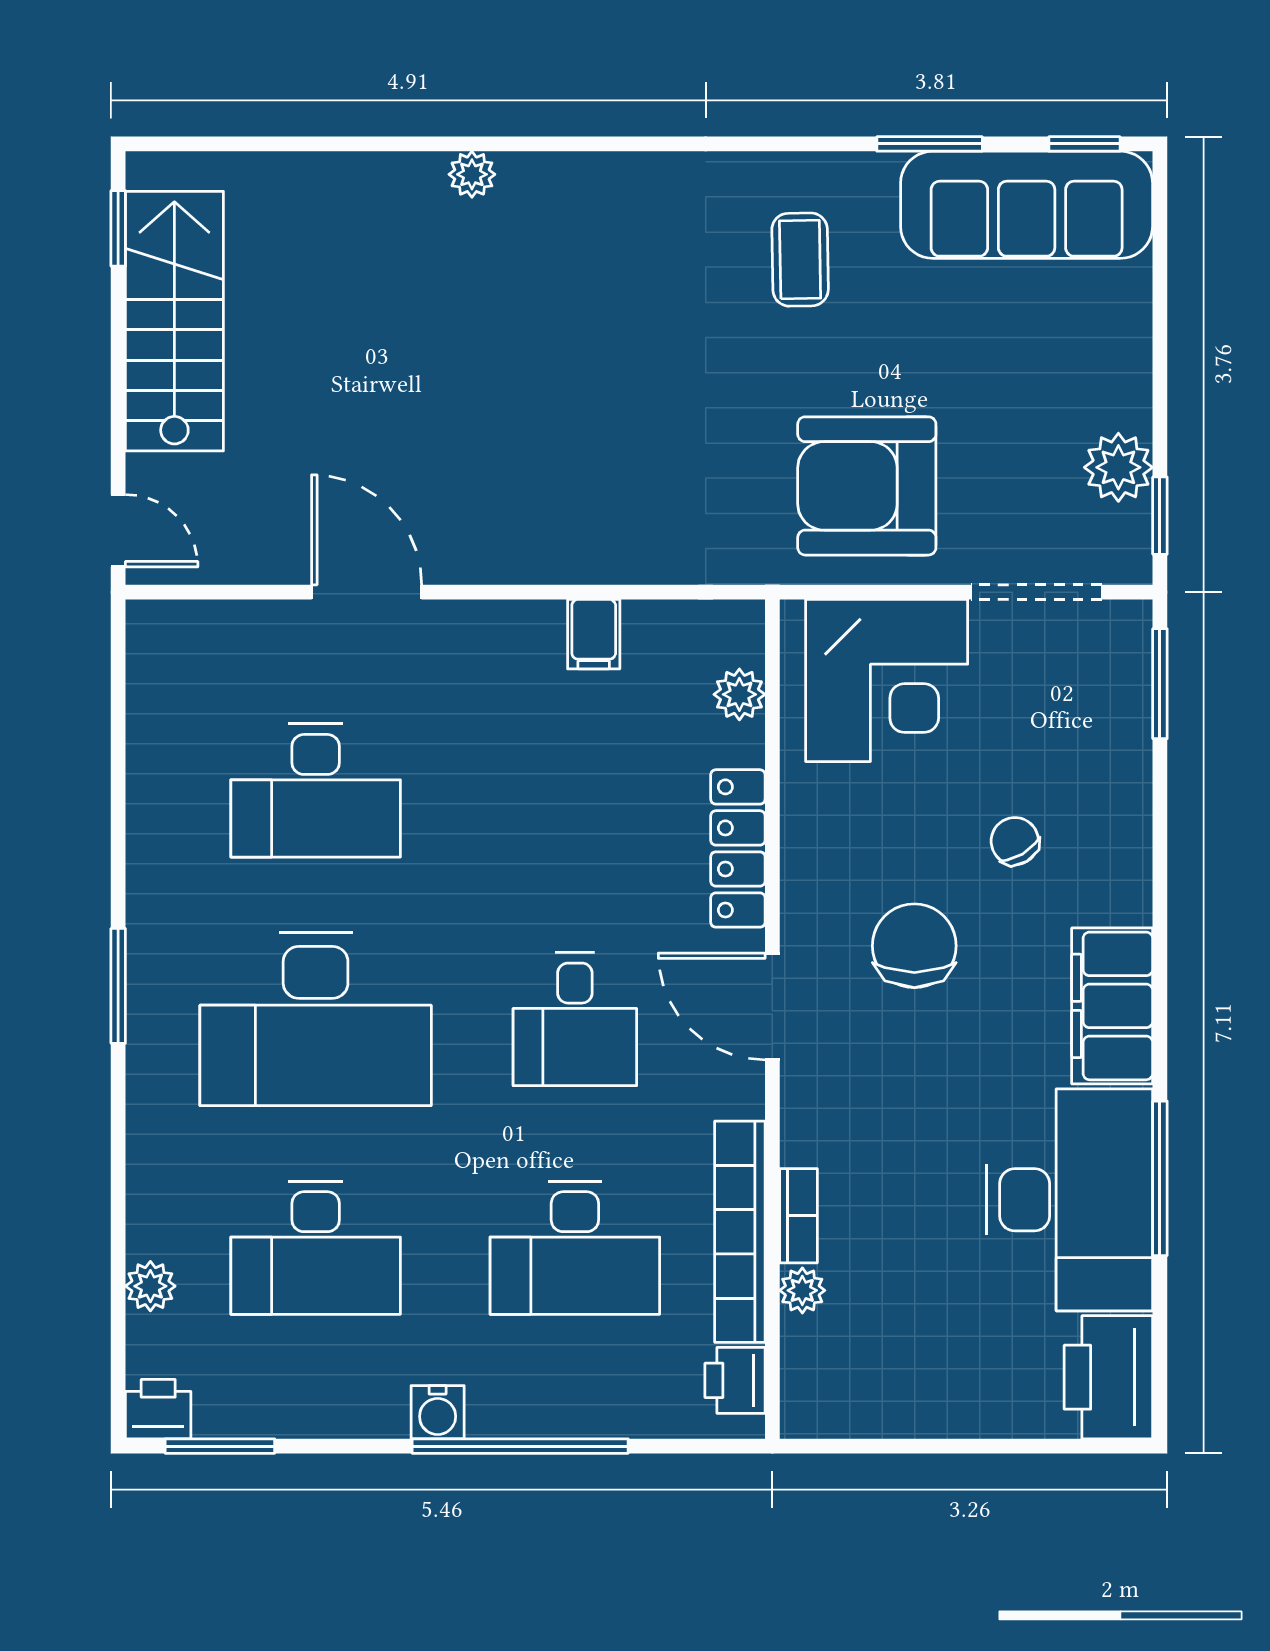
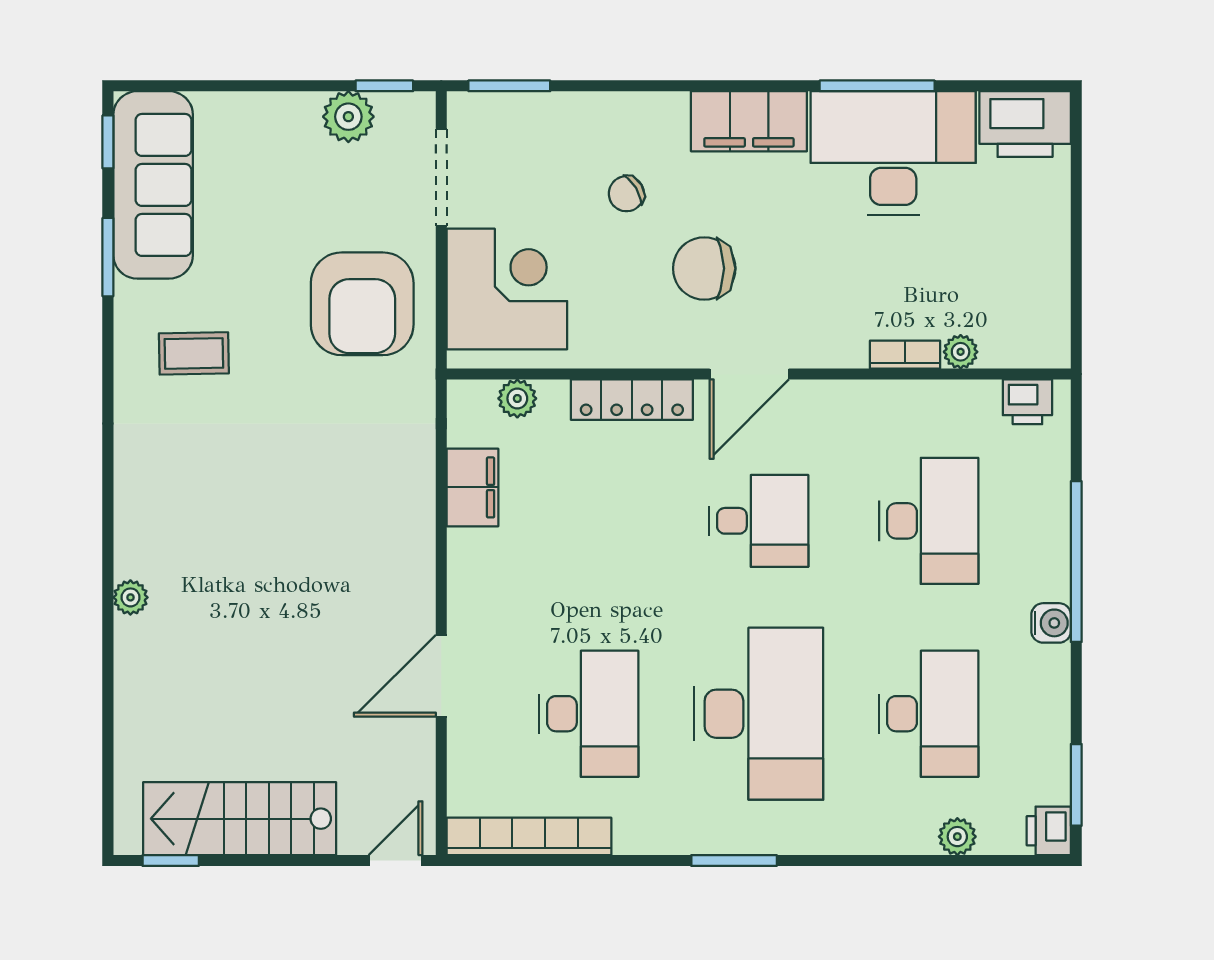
filing cabinet: (594, 634) -> (472, 487), width x2.00
bookcase: (740, 1232) -> (529, 836), moved, turned 180

